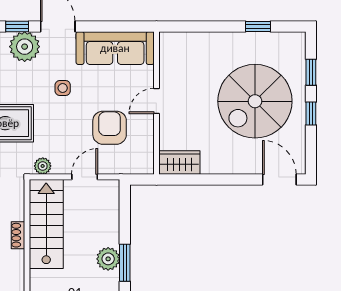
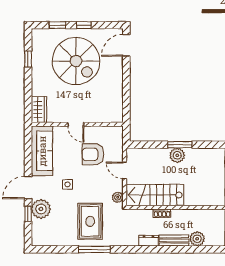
wardrobe: (179, 163) -> (39, 110), moved, turned 180

